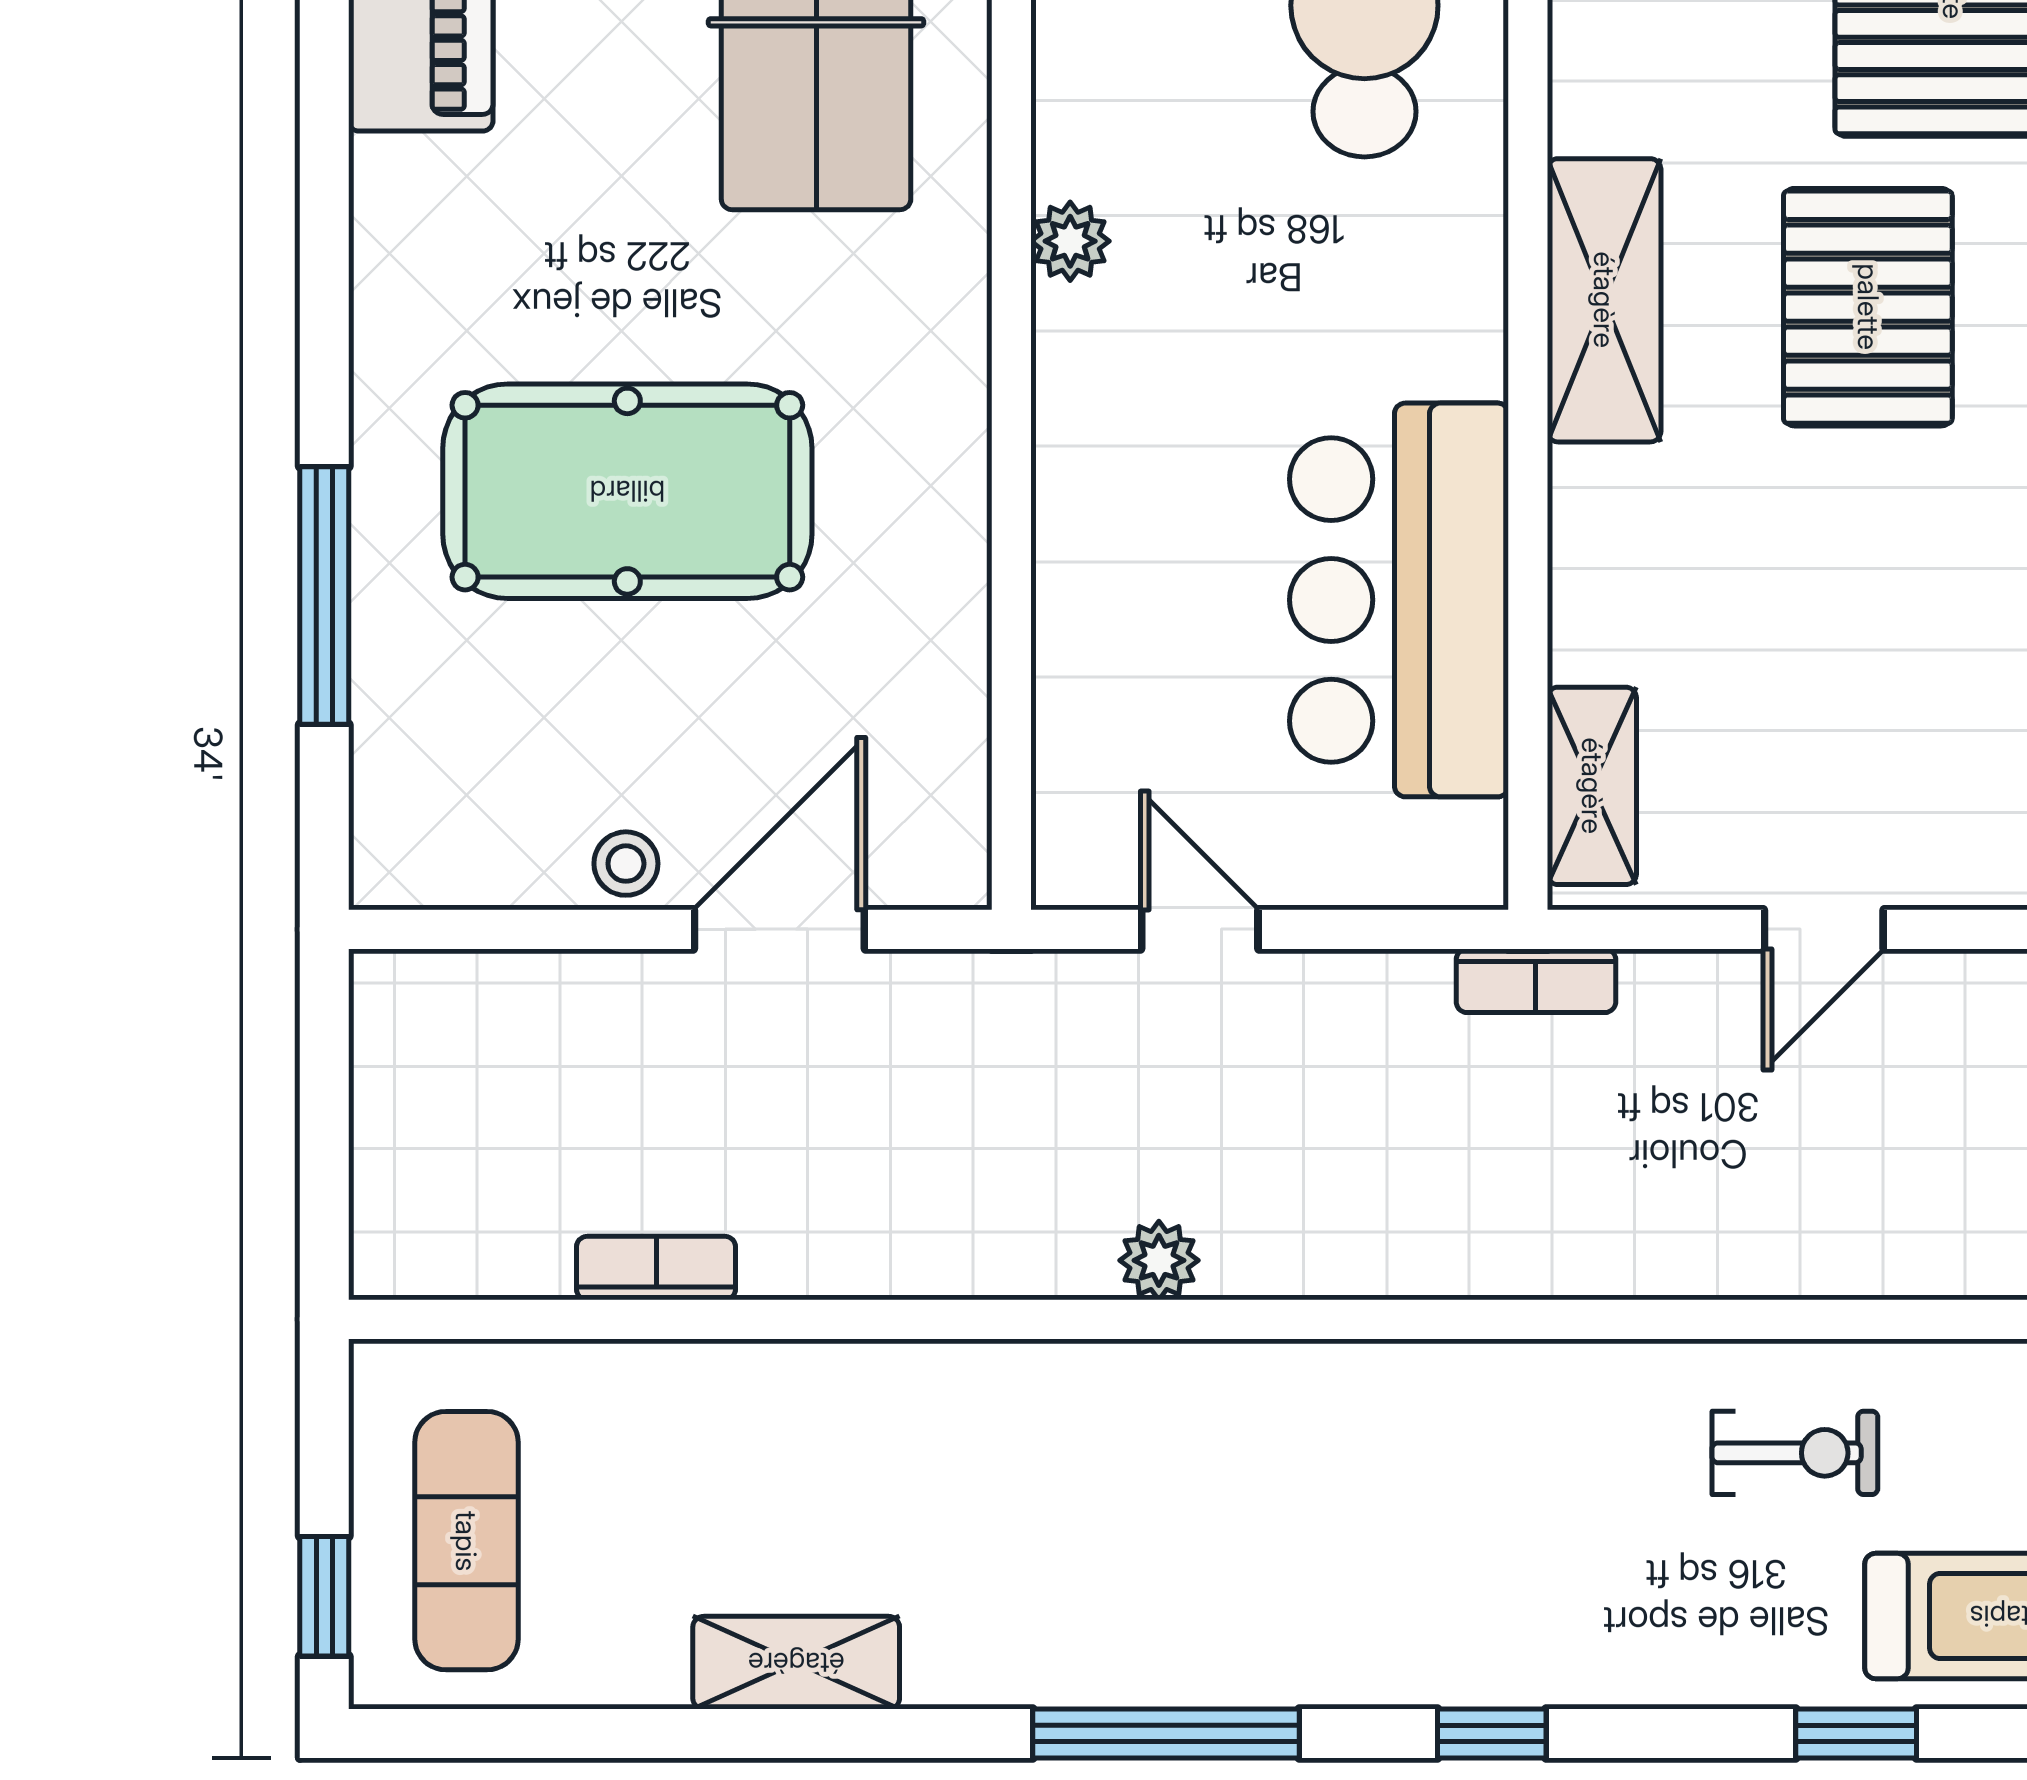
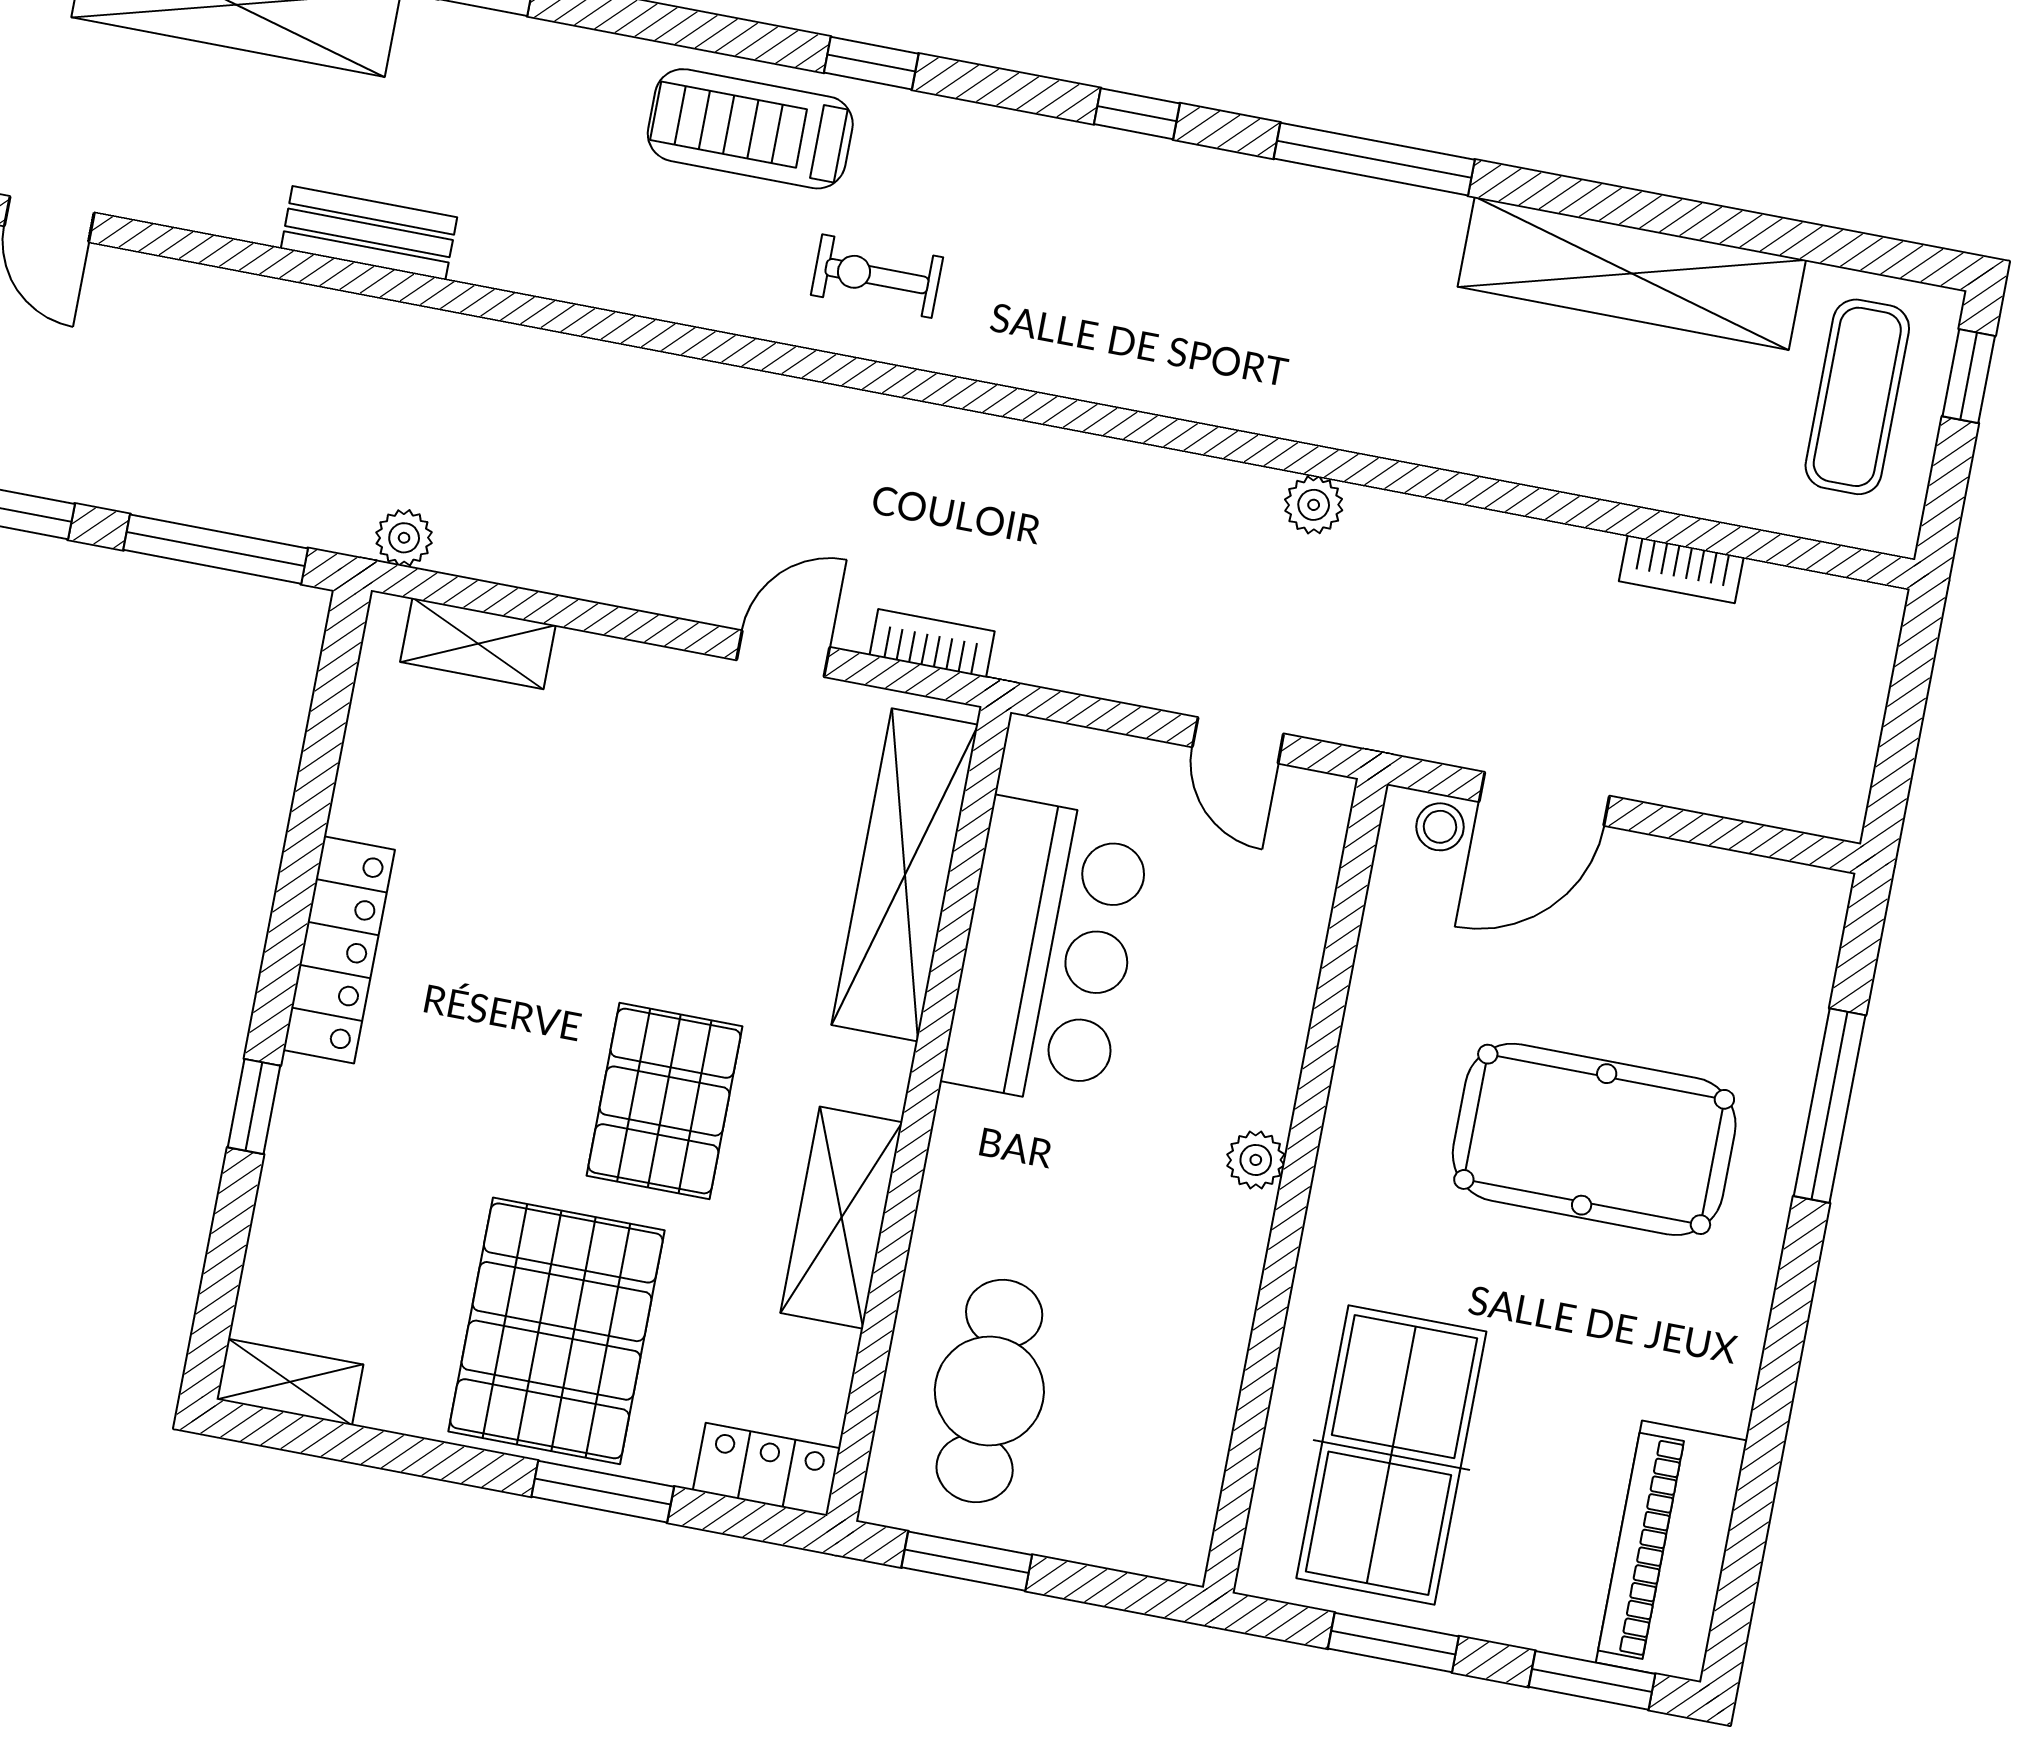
plant: (1070, 241) -> (1256, 1160), moved
shelving: (1604, 300) -> (841, 1218), moved
shelving: (1592, 786) -> (905, 875), width x2.20, depth x1.33
stool: (626, 864) -> (1440, 827), moved
bookcase: (1536, 981) -> (932, 643), moved
shelving: (796, 1663) -> (1632, 273), width x2.20, depth x1.33

